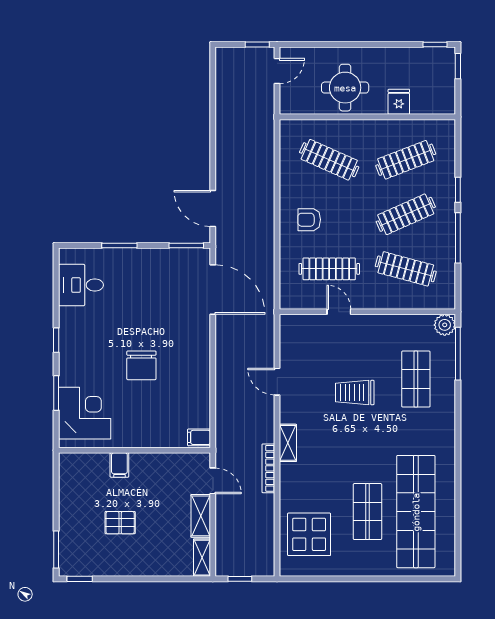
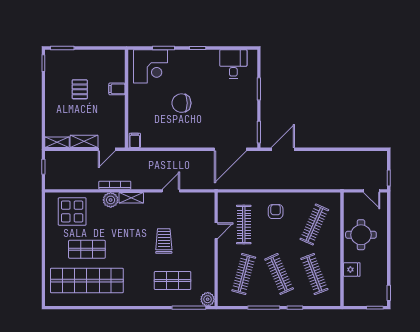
plant: (291, 475) -> (111, 200), added

